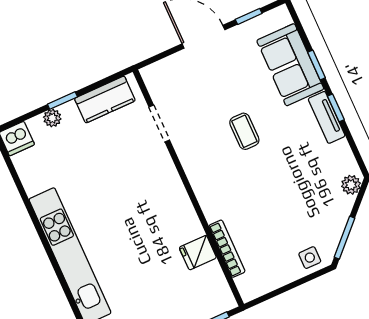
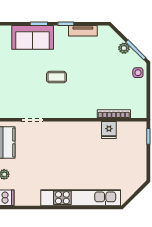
tv unit: (327, 117) -> (83, 31), moved
plant: (351, 185) -> (124, 48), moved

